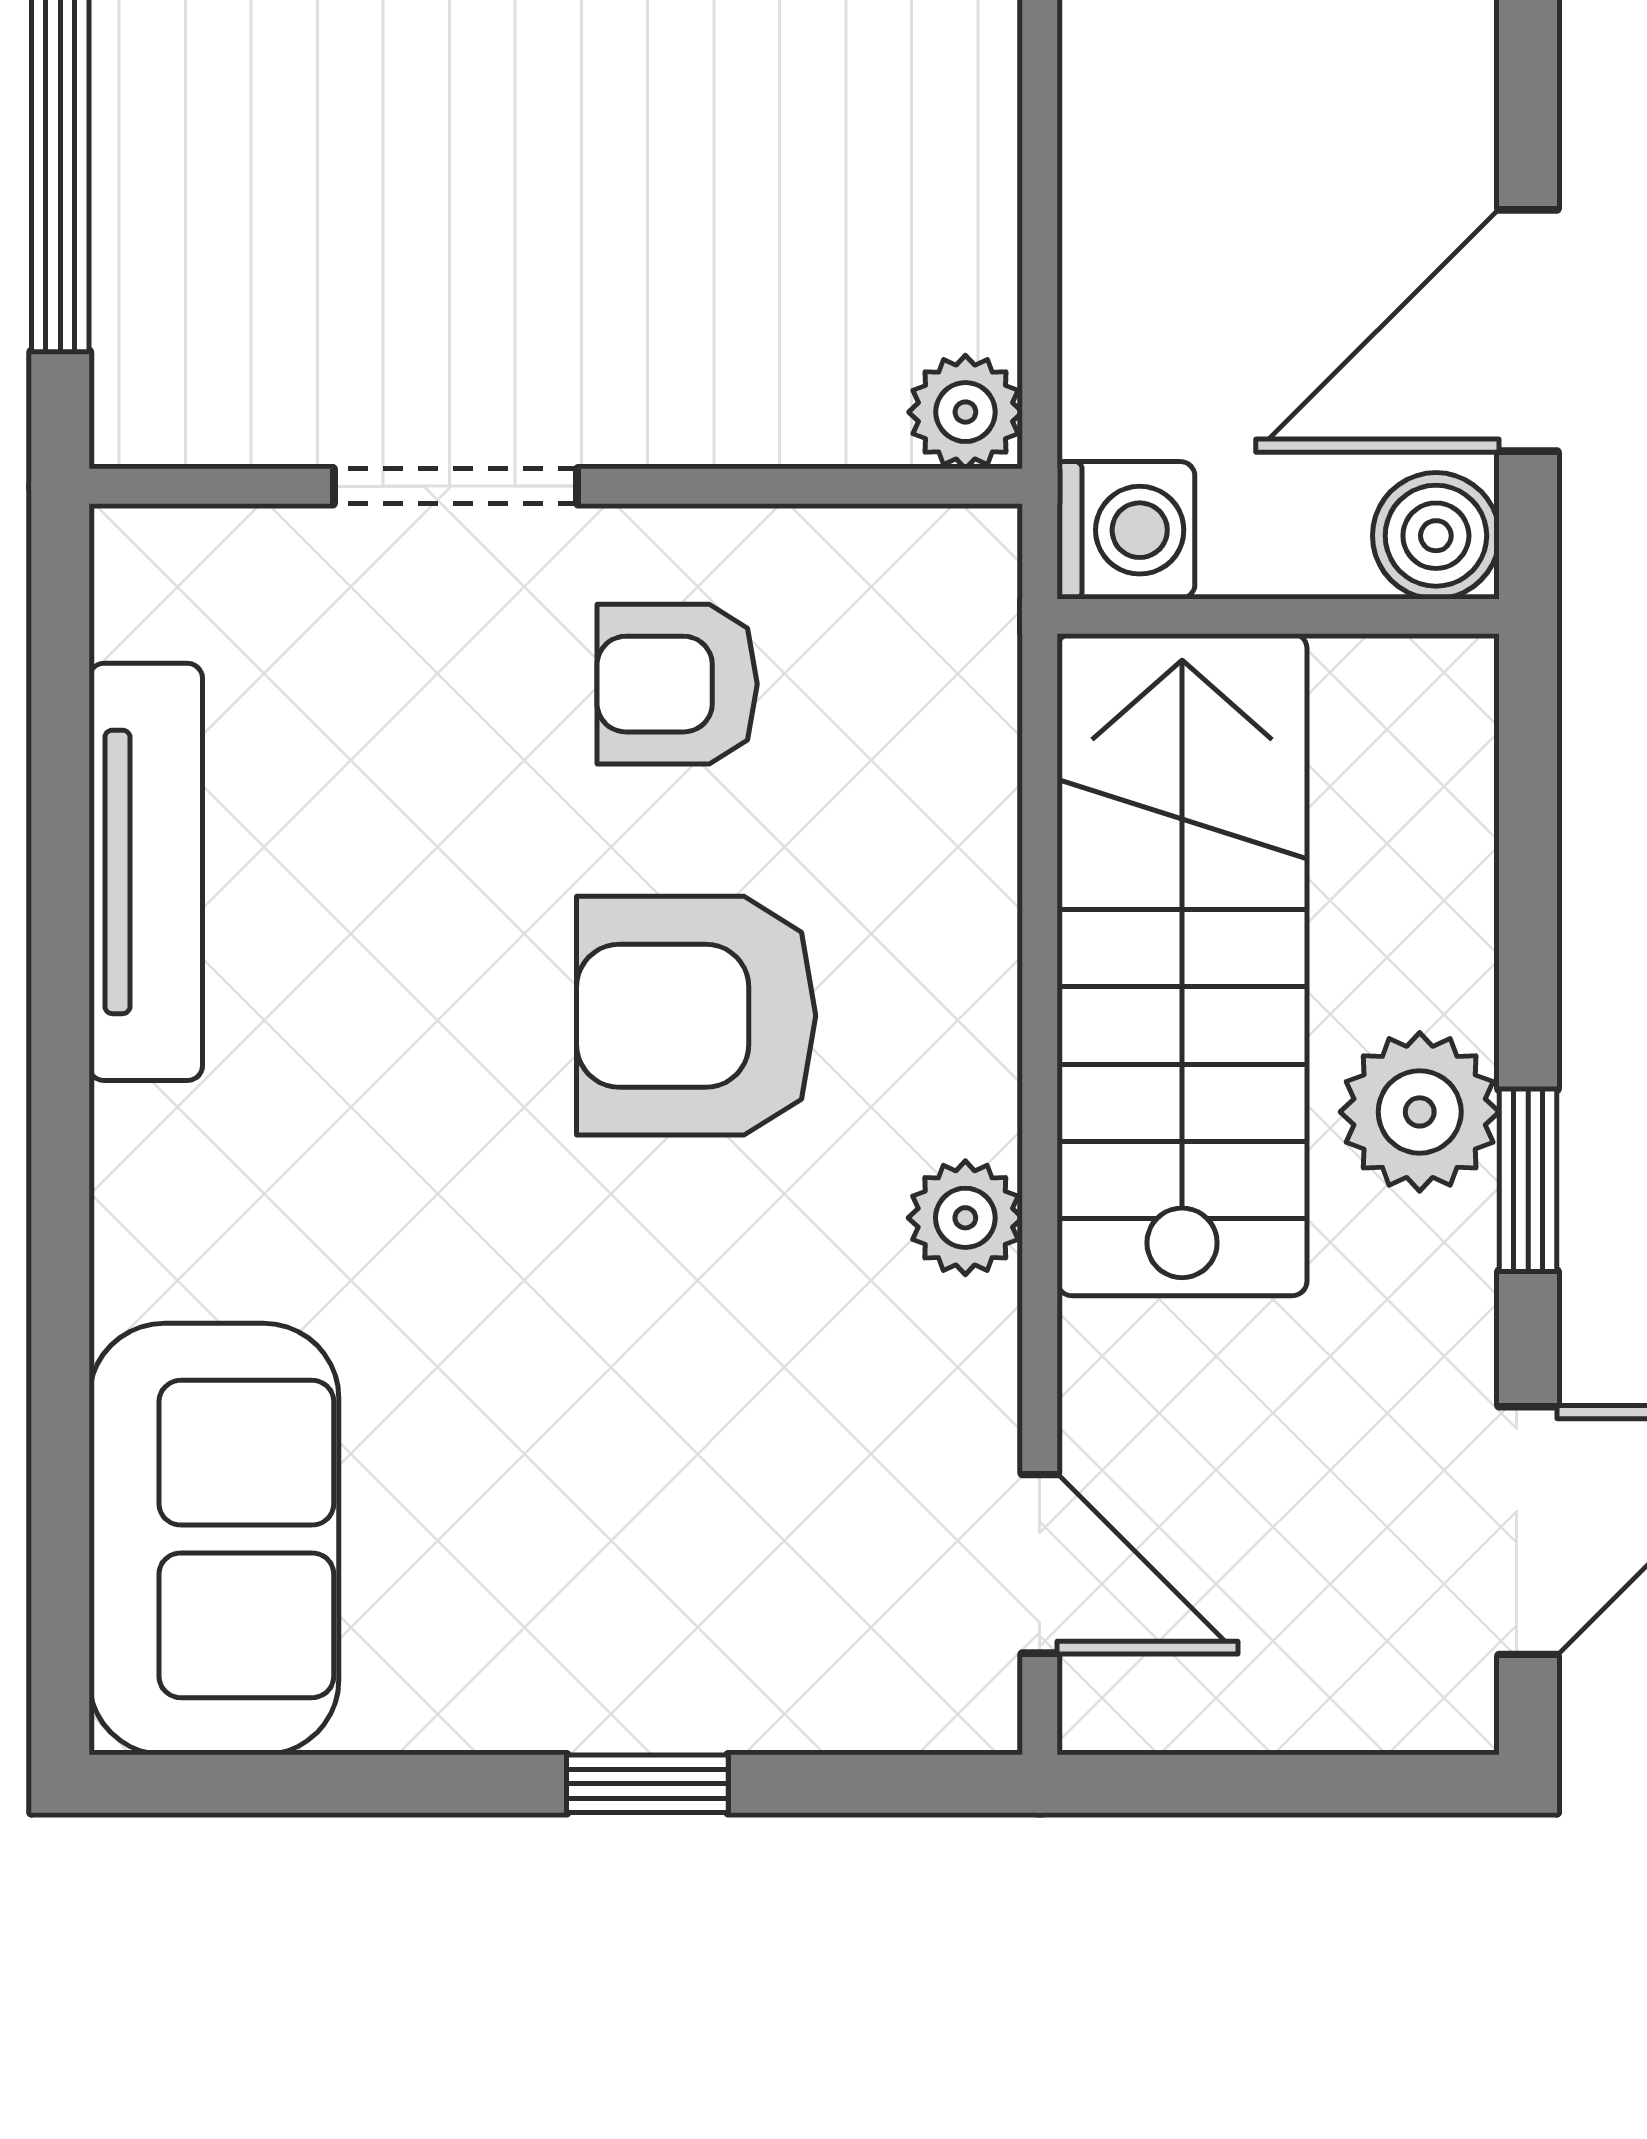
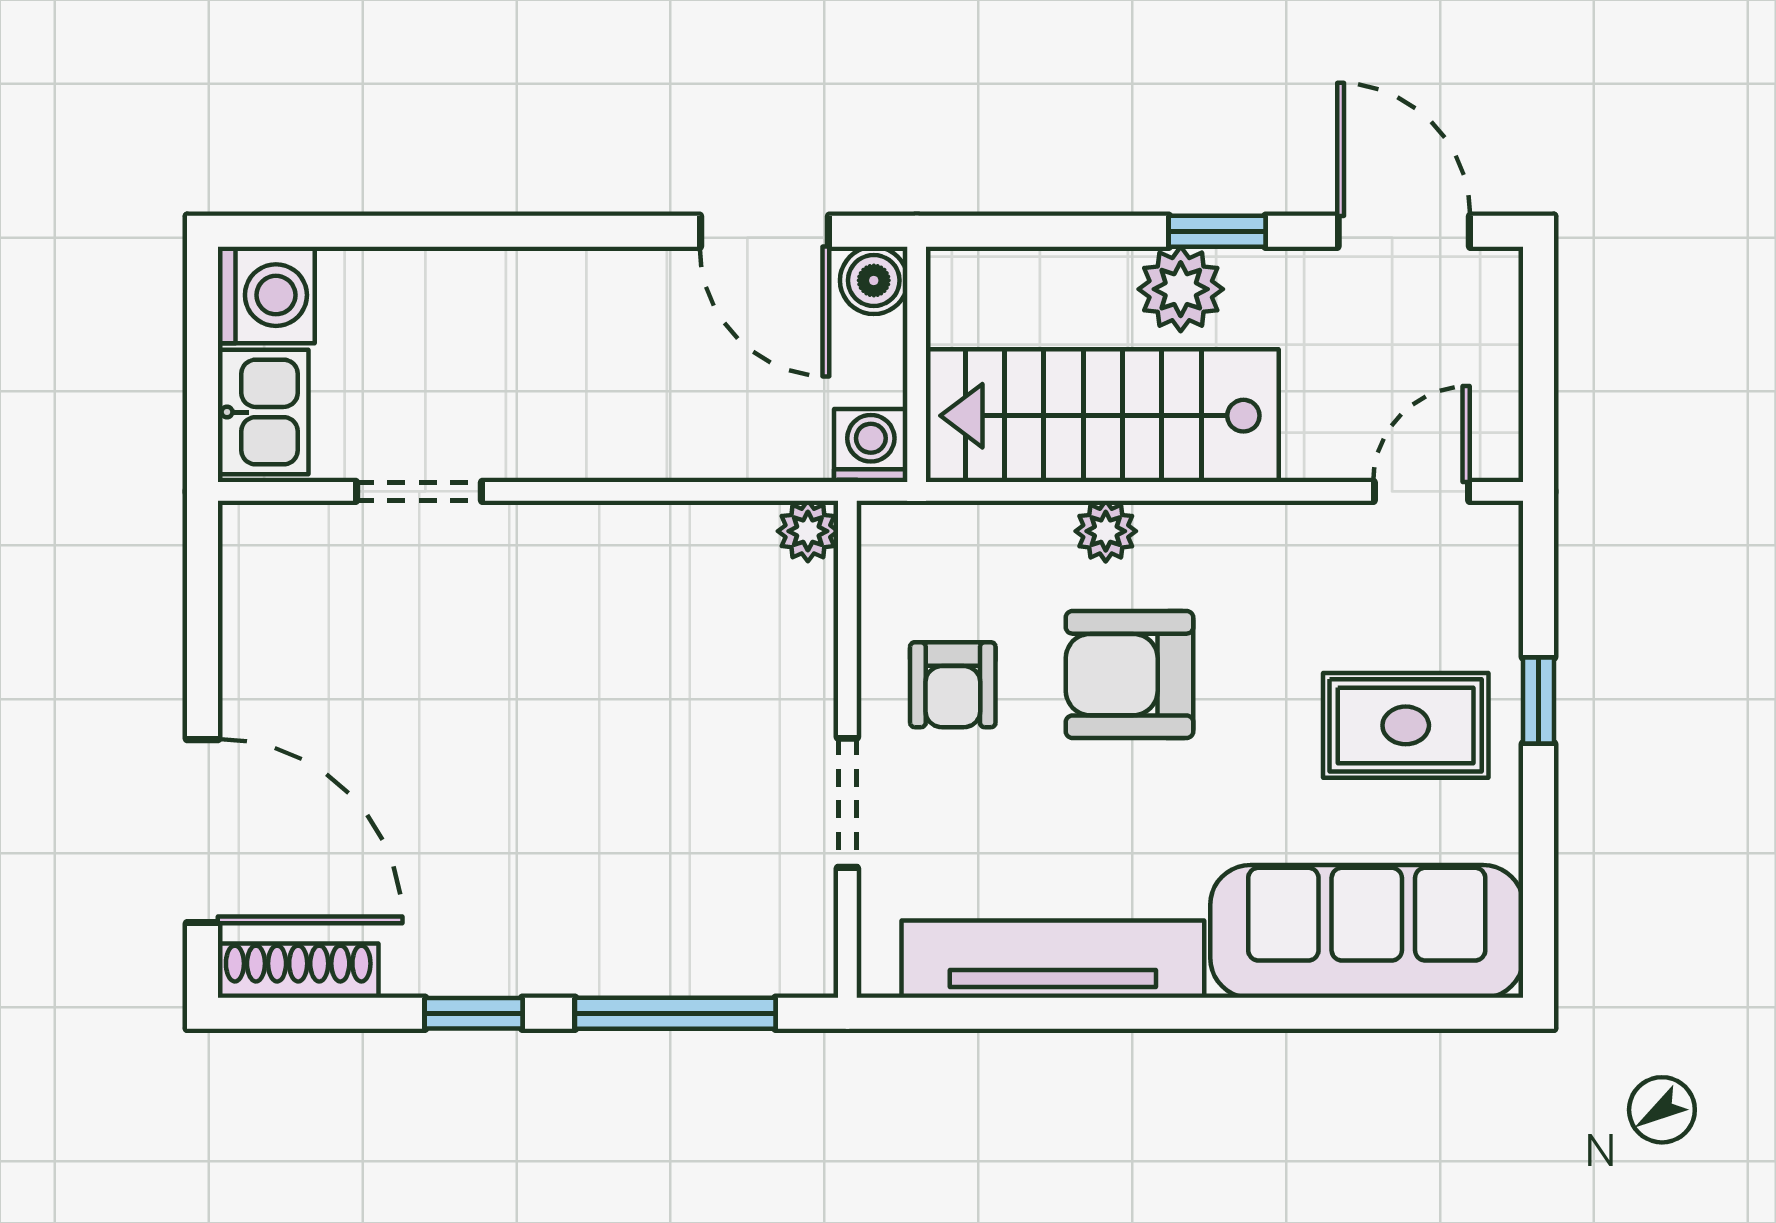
tv unit: (146, 872) -> (1053, 959), width x1.36, depth x1.29
armchair: (696, 1016) -> (1129, 675), turned 90
plant: (965, 1218) -> (1106, 531), moved
rug: (601, 1534) -> (1406, 725), added
sofa: (214, 1539) -> (1367, 931), width x1.36

